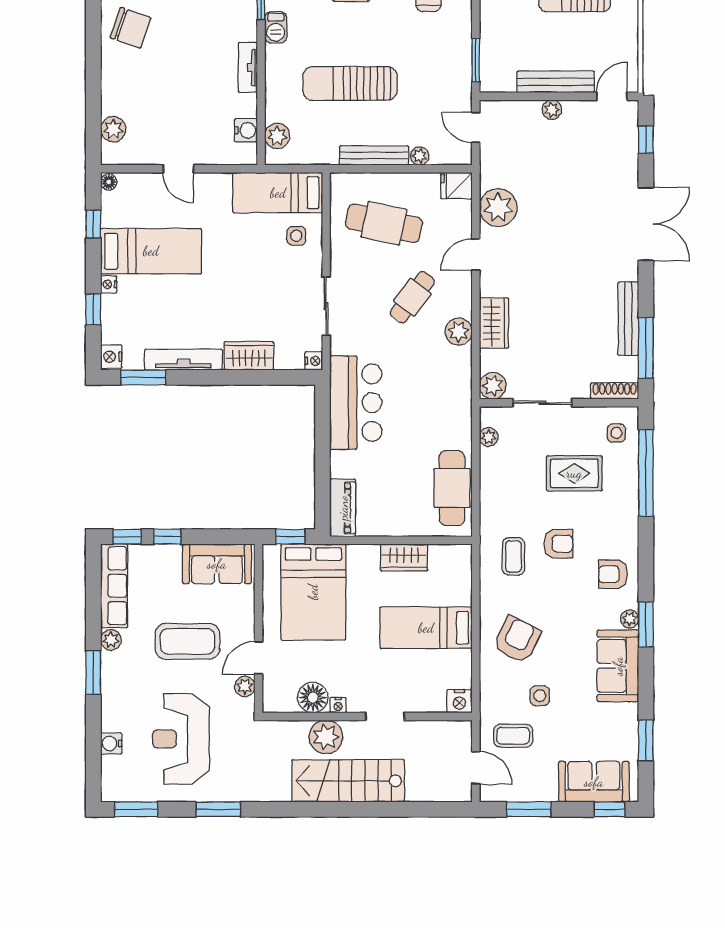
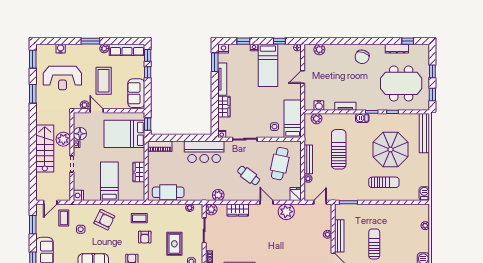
plant: (459, 332) -> (218, 195), moved
reception desk: (181, 739) -> (62, 78), turned 180

